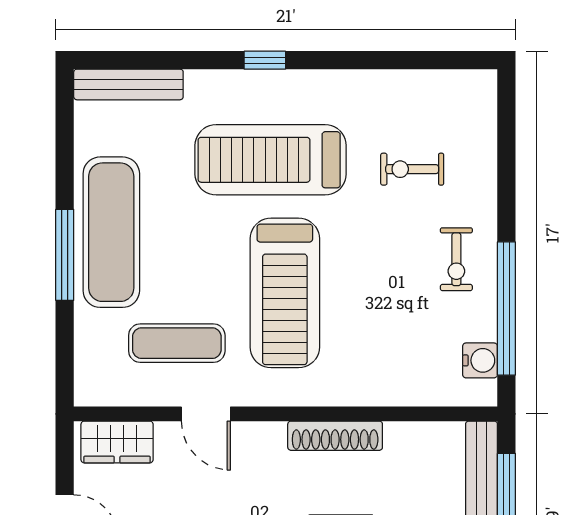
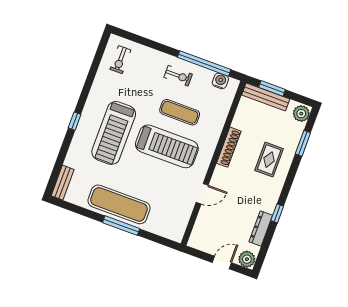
bench: (128, 84) -> (63, 183), width x0.73
exercise bike: (412, 169) -> (120, 60), moved
exercise mat: (177, 343) -> (180, 112), moved, turned 90
wardrobe: (117, 442) -> (200, 232), removed

